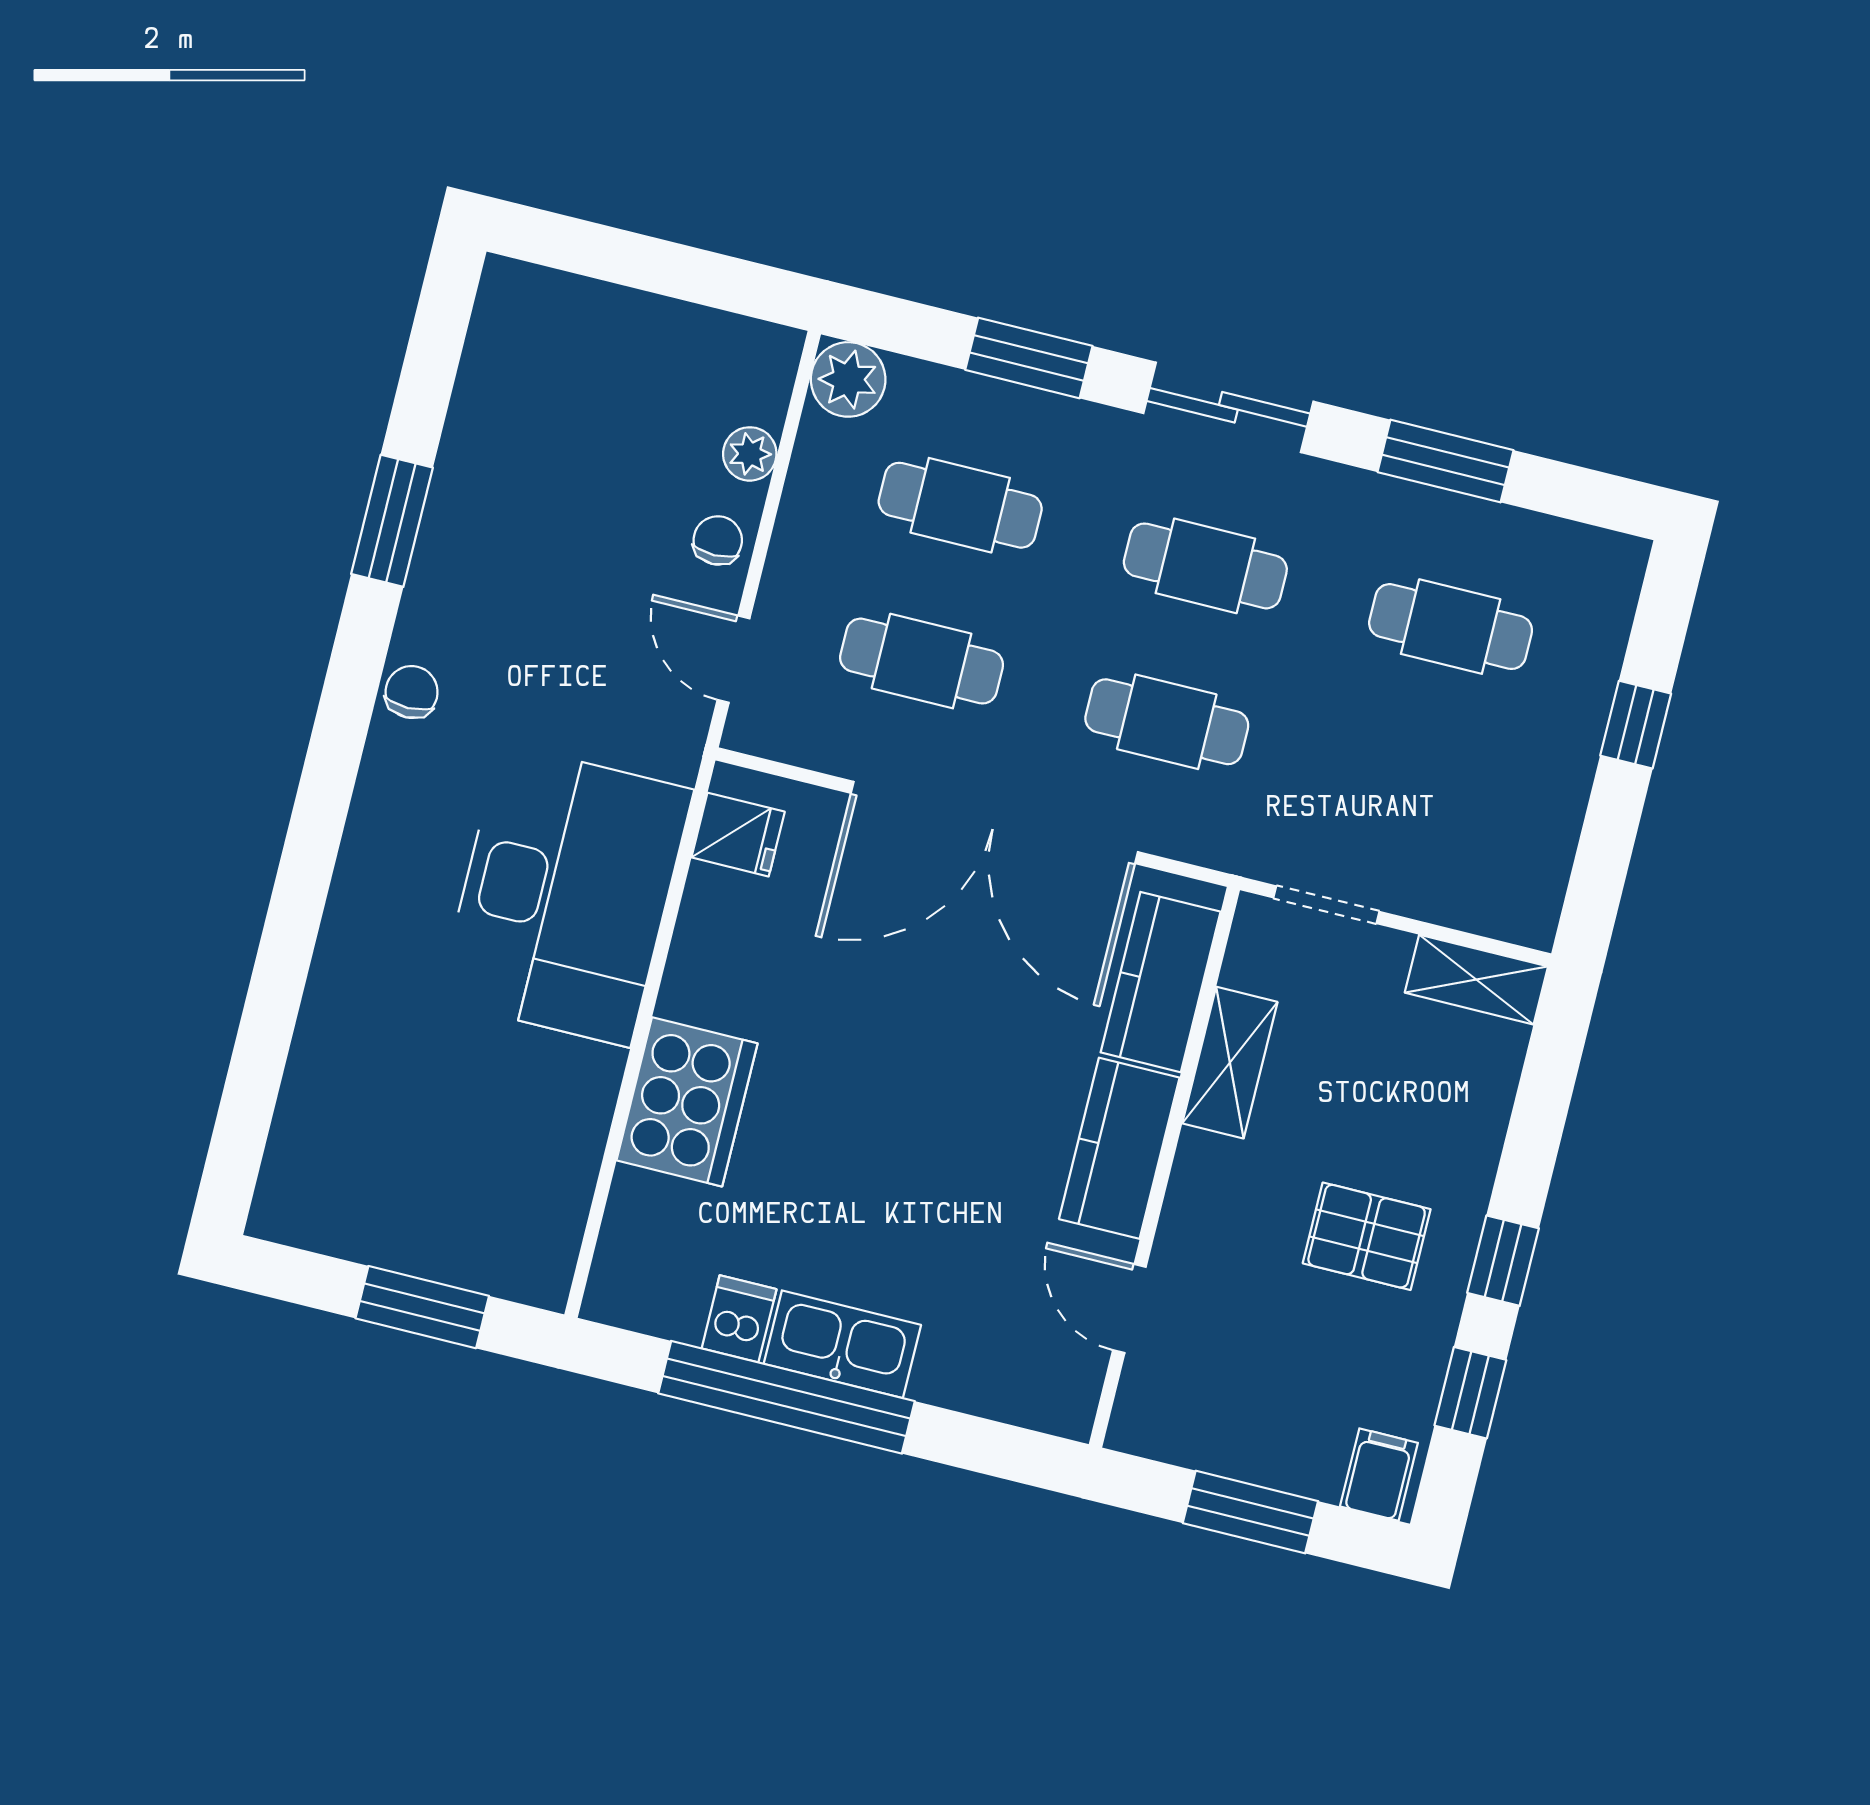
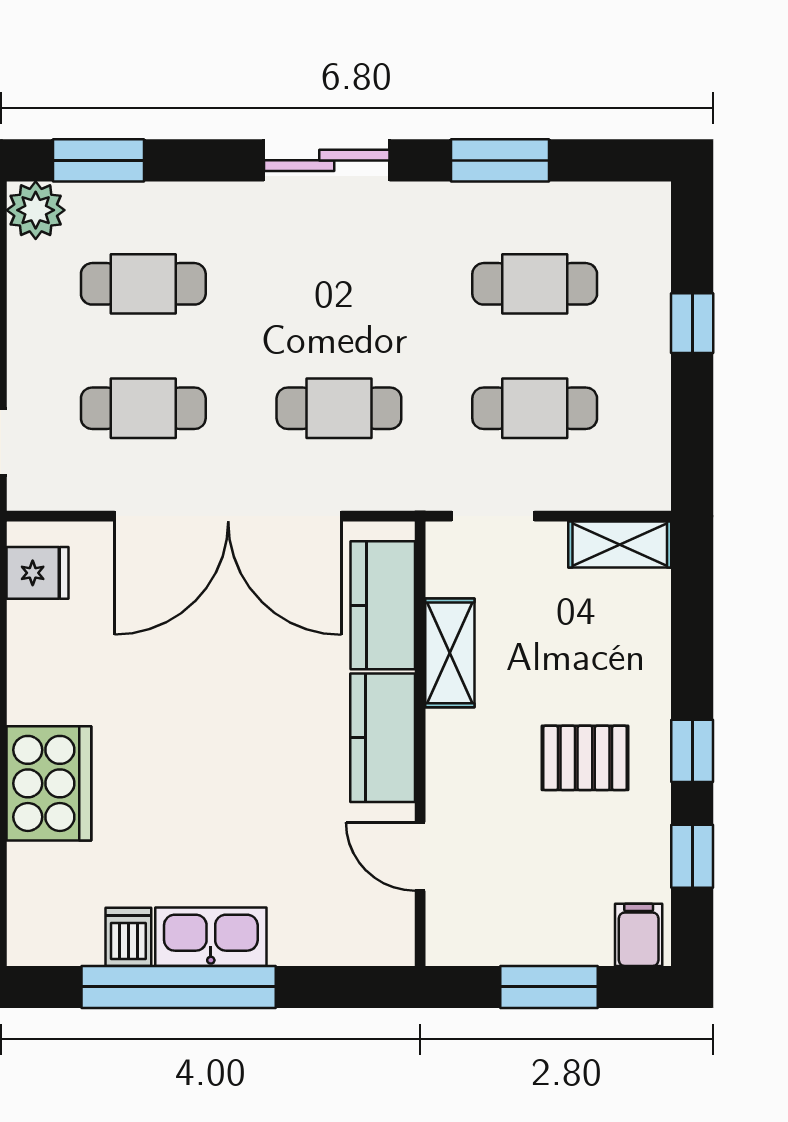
window: (1029, 358) -> (98, 160), moved
cafe table: (1205, 566) -> (535, 408), moved

